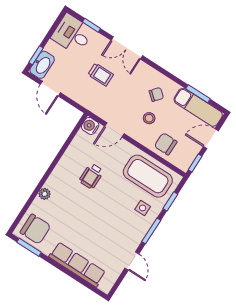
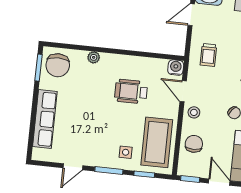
trolley: (101, 75) -> (208, 55), moved
stool: (149, 118) -> (194, 112), moved
wheelchair: (91, 176) -> (131, 91), width x1.36, depth x1.37

